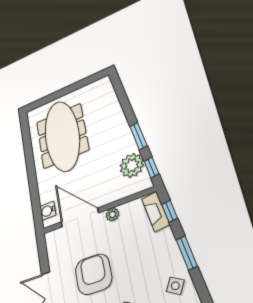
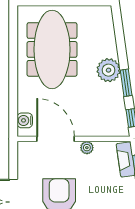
plant: (132, 165) -> (109, 70), moved

